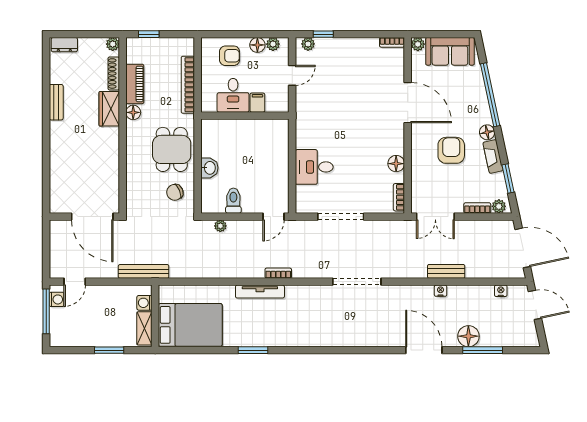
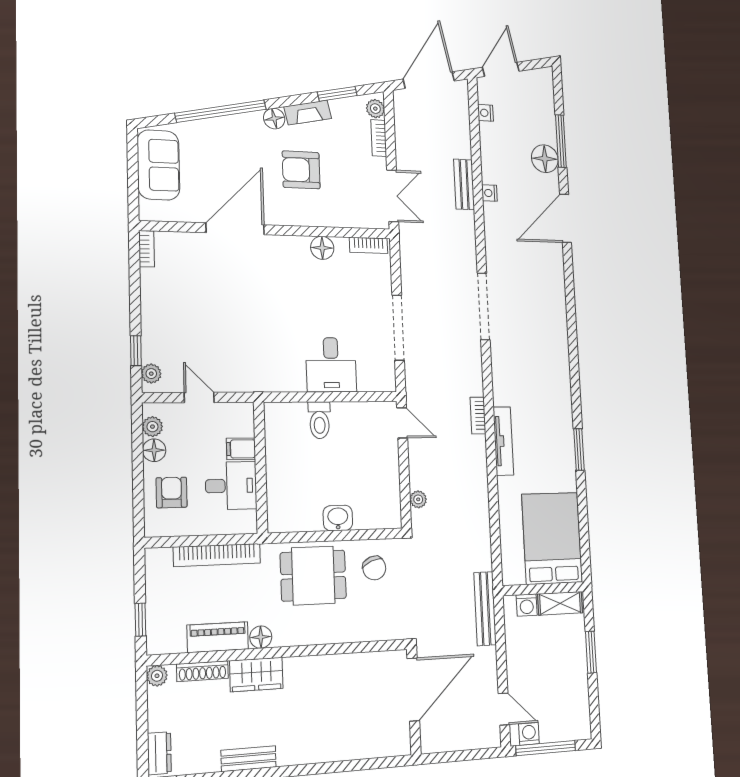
plant: (418, 44) -> (149, 211), removed
toilet: (233, 201) -> (319, 420), moved, turned -90

